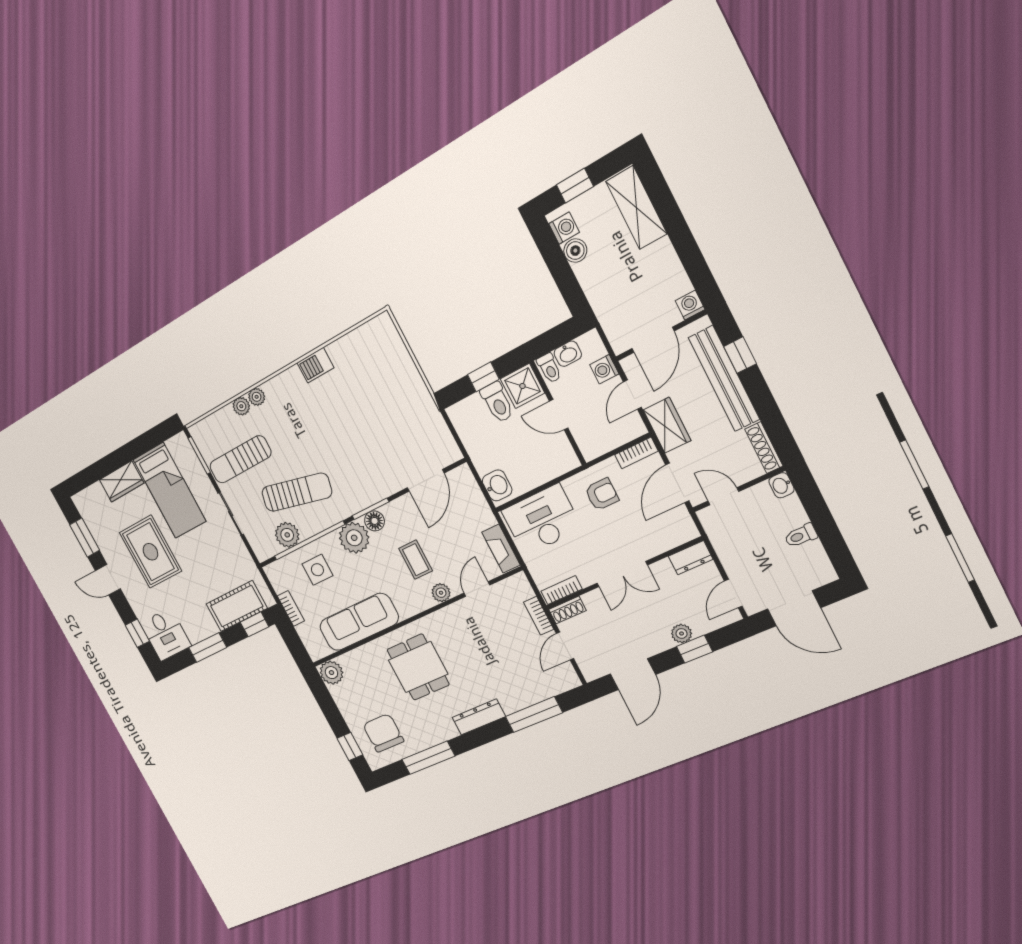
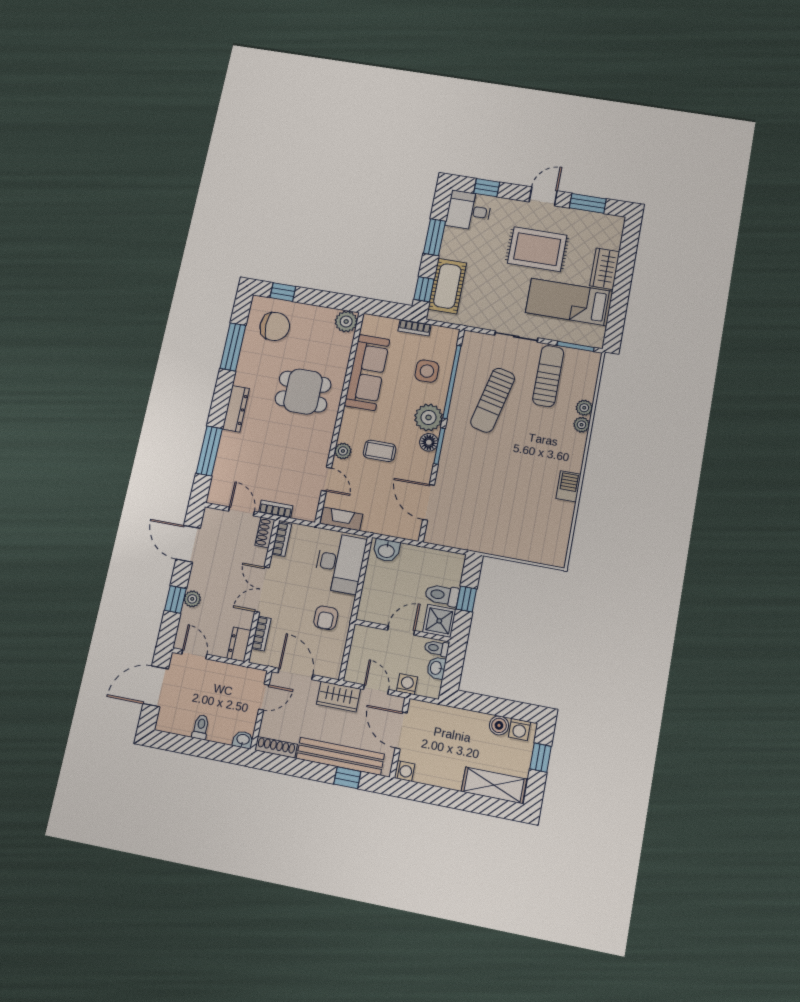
bookcase: (636, 453) -> (261, 634), moved, turned 180
plant: (287, 535) -> (468, 368), removed

